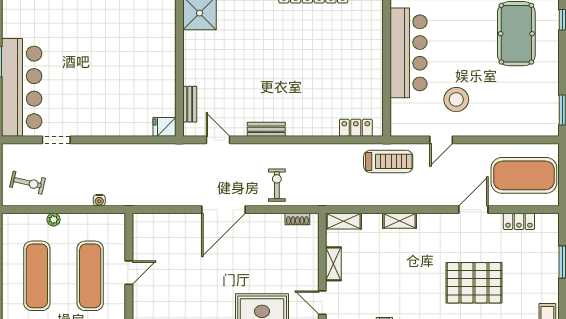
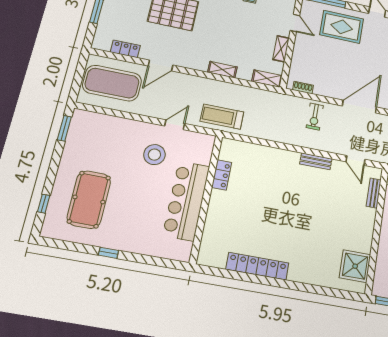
locker: (356, 128) -> (222, 175), moved, turned -90

